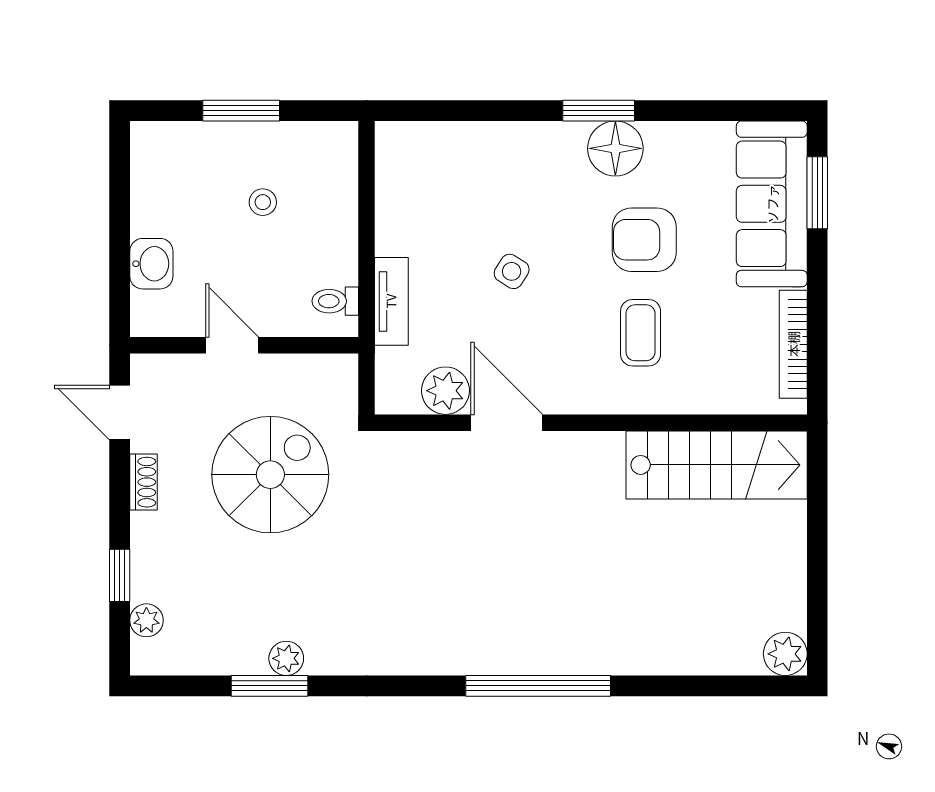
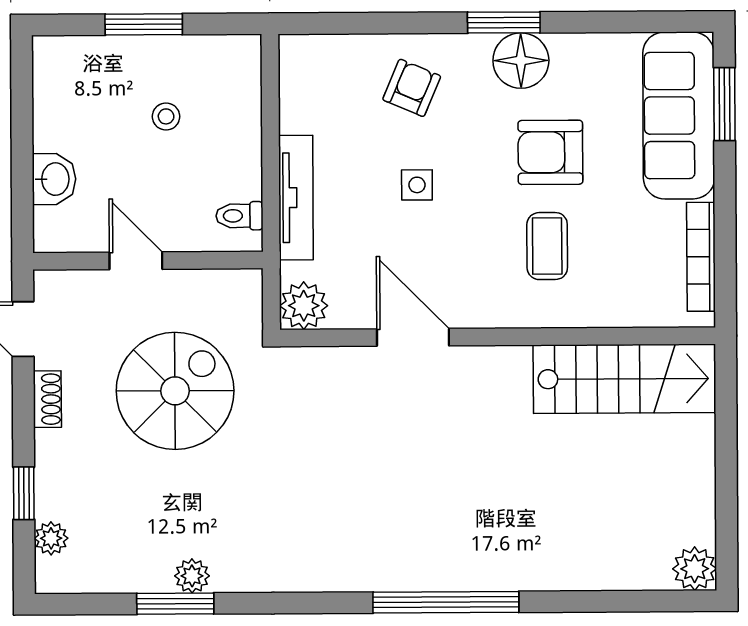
armchair: (507, 175) -> (412, 88), added
side table: (512, 271) -> (417, 185), turned -32
tv unit: (391, 301) -> (296, 198), width x1.41
plant: (445, 391) -> (304, 306), moved

